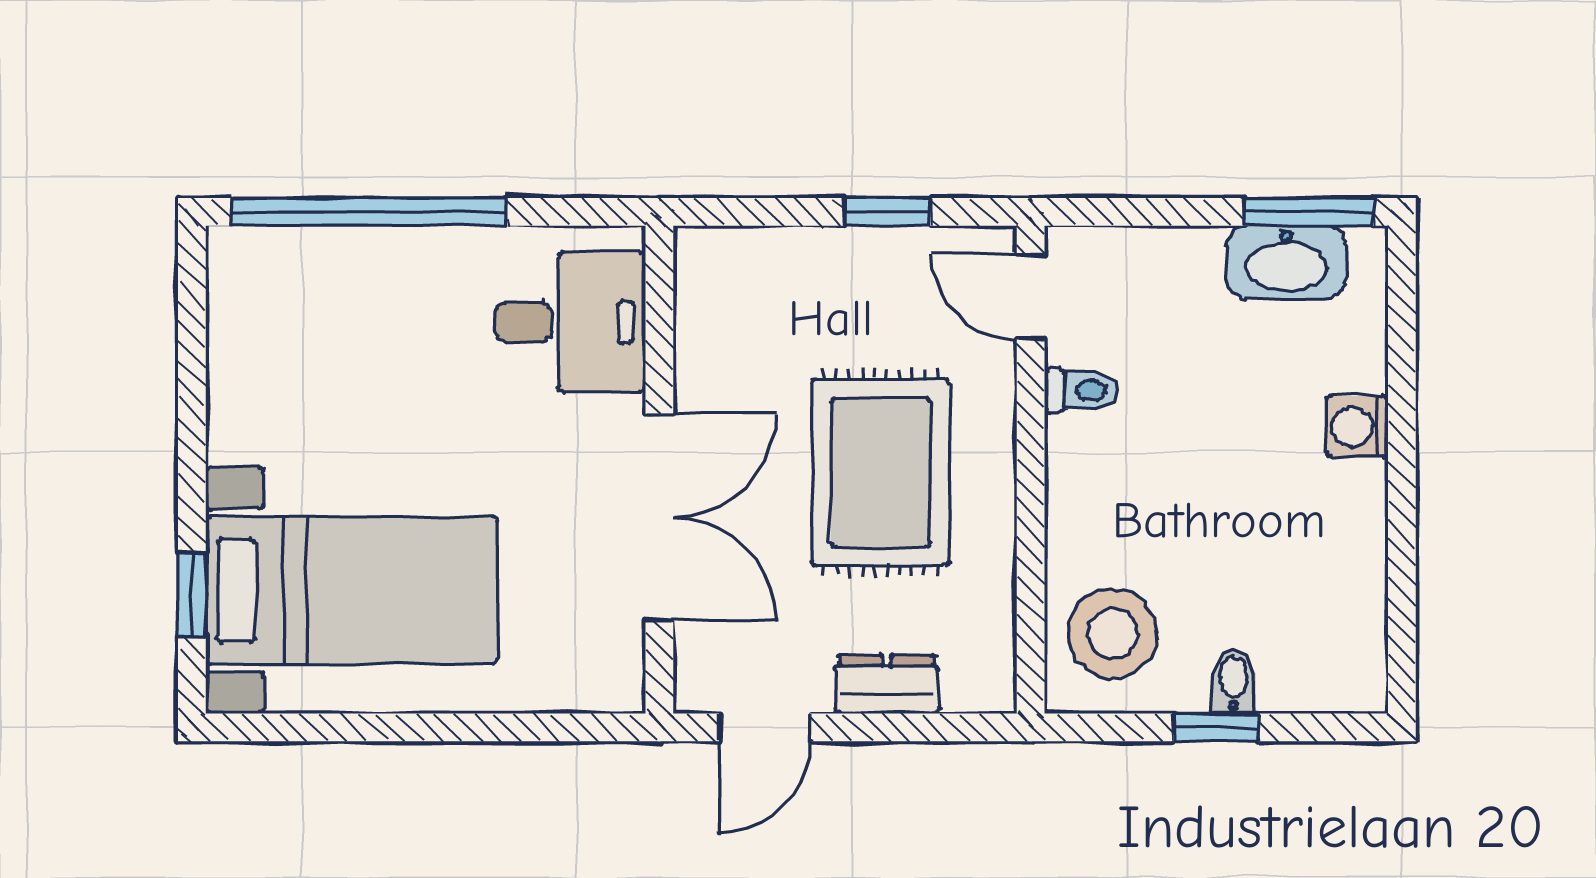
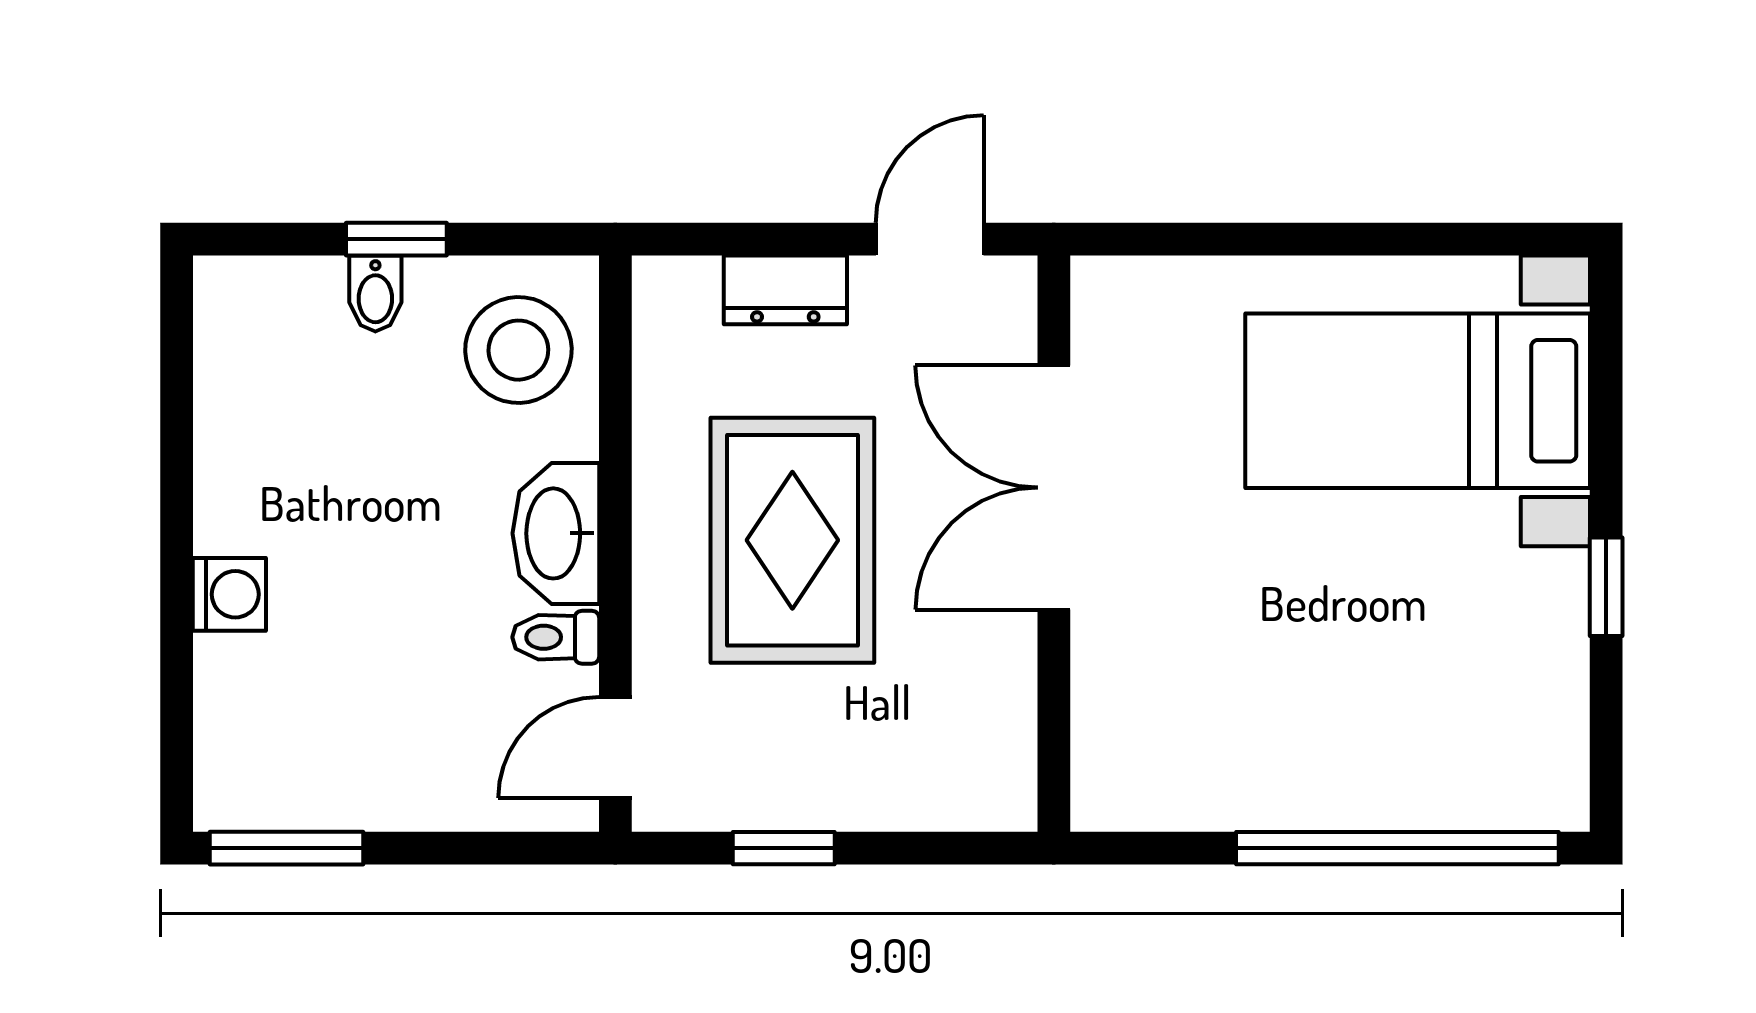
washbasin: (1286, 262) -> (556, 533), moved, turned -90
door: (1031, 297) -> (615, 748), swing flipped
desk: (570, 322) -> (1159, 718), removed
window: (192, 595) -> (1606, 587), moved

